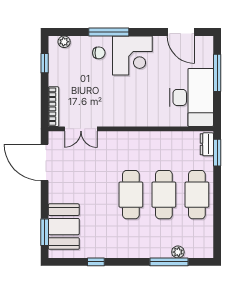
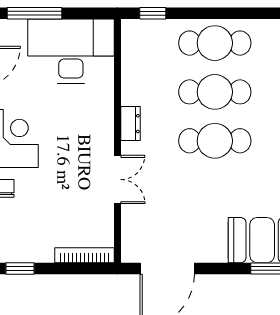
double door: (81, 129) -> (117, 179), moved
dresser: (207, 144) -> (130, 124), moved, turned -90
window: (217, 153) -> (153, 13), width x0.67

